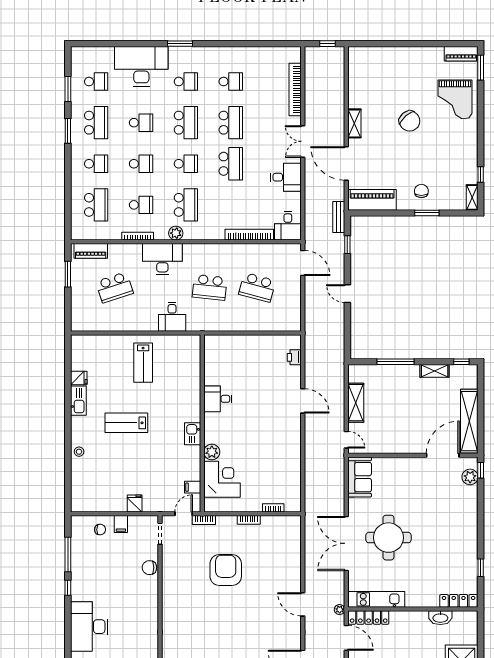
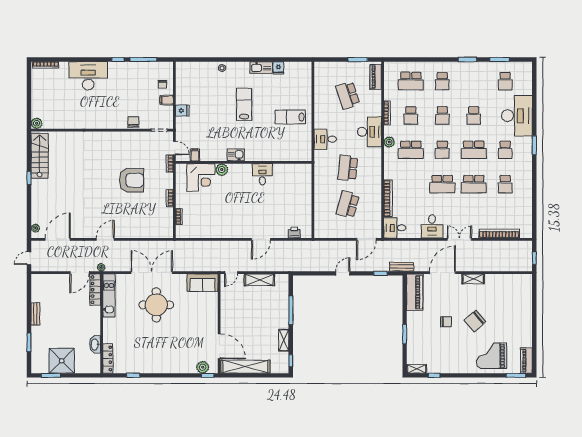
school desk: (96, 123) -> (474, 81), removed
chair: (421, 191) -> (446, 322), moved

